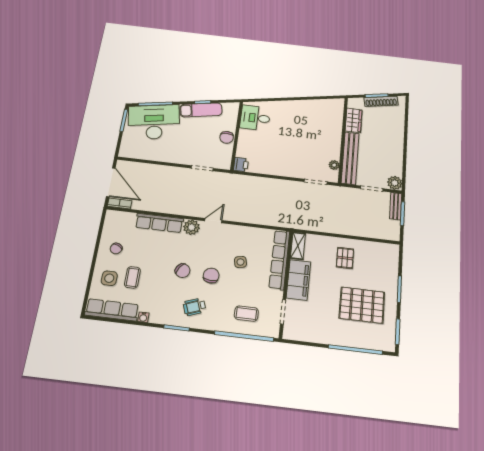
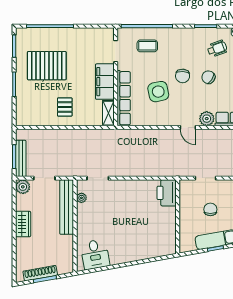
desk: (255, 118) -> (95, 254), moved, turned 80
wardrobe: (354, 120) -> (23, 224), moved, turned 180
chair: (227, 137) -> (210, 209), moved
printer: (241, 165) -> (167, 193), width x1.87, depth x1.48
bench: (396, 206) -> (21, 158), width x1.36
door: (213, 221) -> (188, 128), hinge flipped
side table: (240, 262) -> (158, 92), width x1.87, depth x1.87
wheelchair: (194, 307) -> (217, 49), moved

